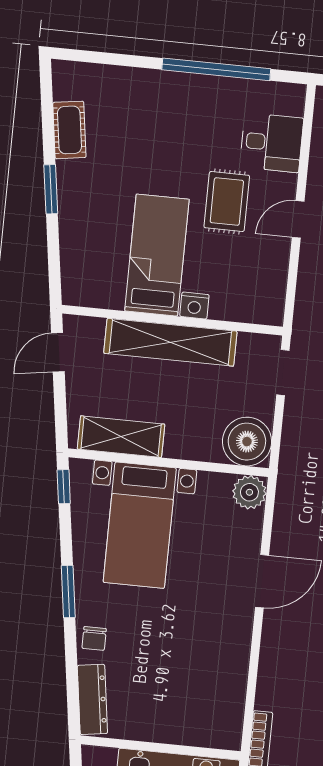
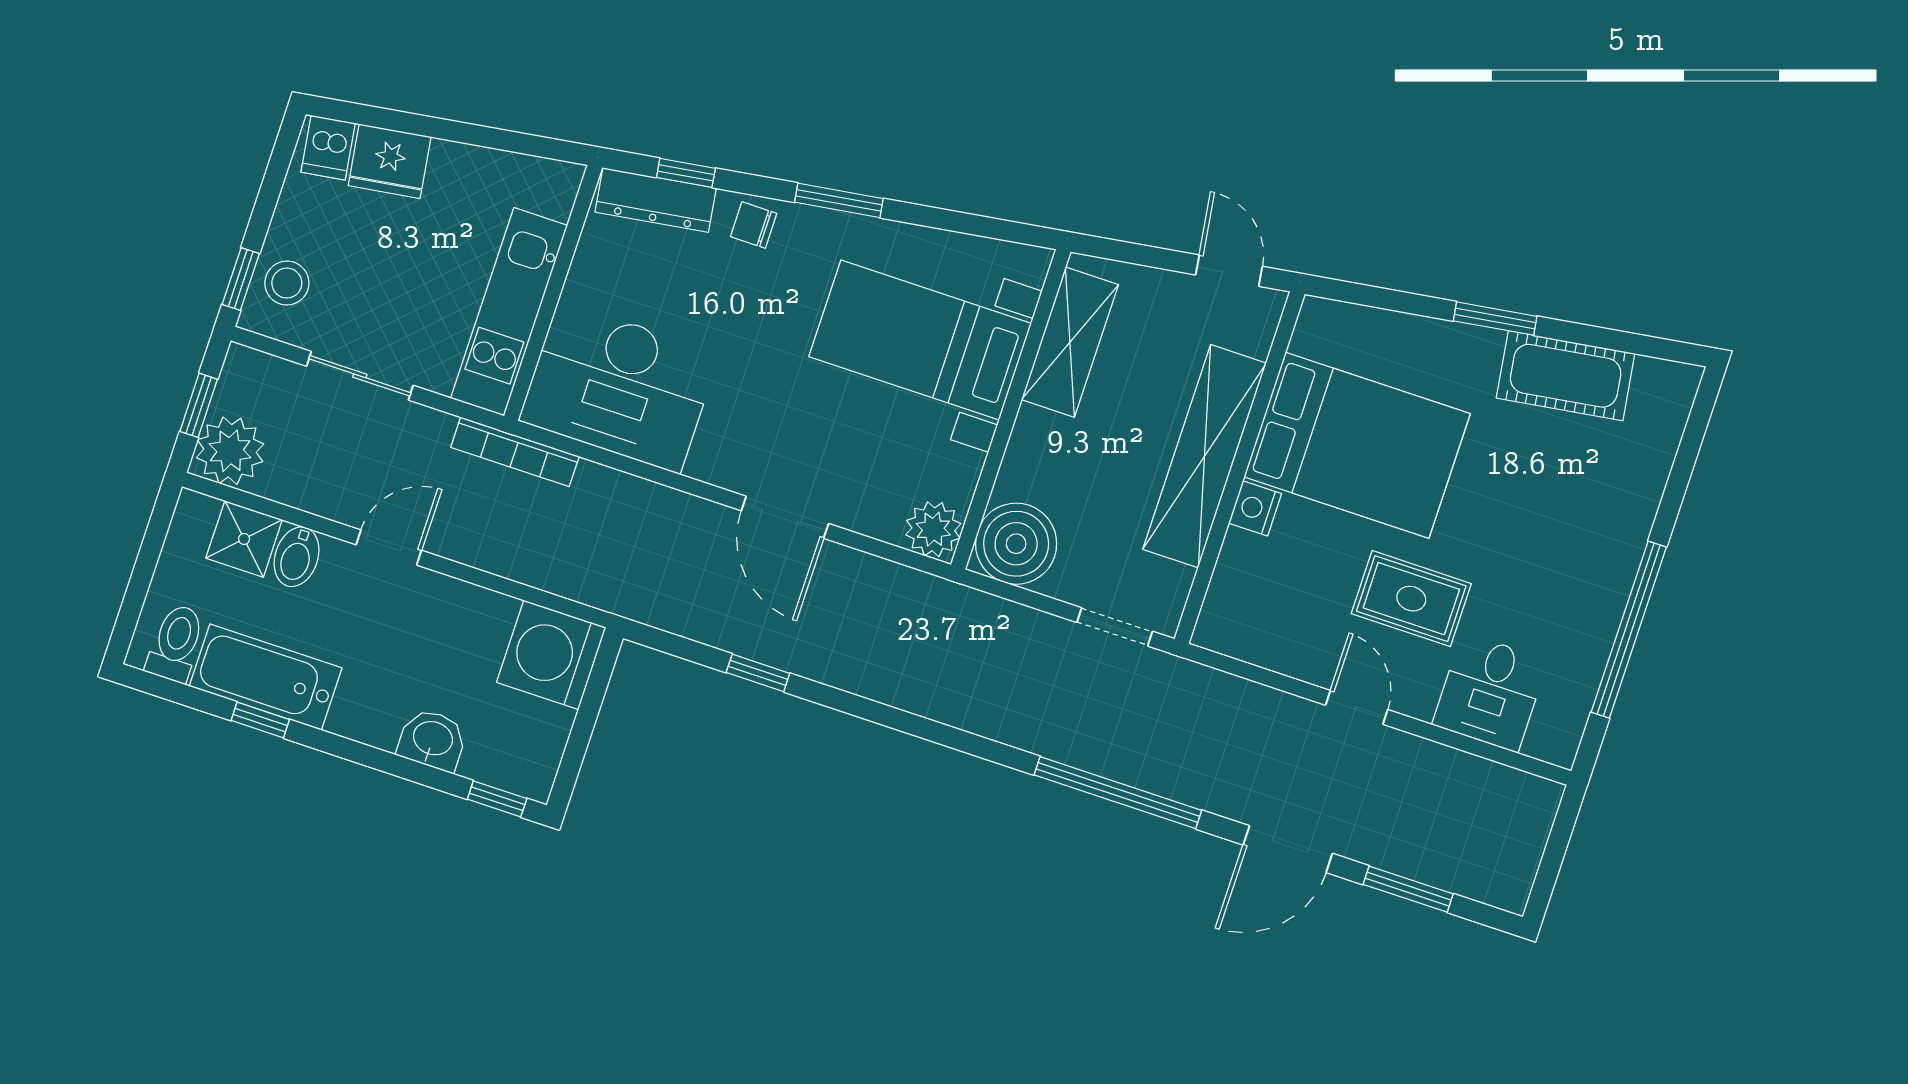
cot: (69, 130) -> (1566, 376), width x1.37, depth x1.34
bed: (157, 255) -> (1357, 445), width x1.50
window: (64, 487) -> (686, 173), moved
desk: (207, 696) -> (619, 387), added

